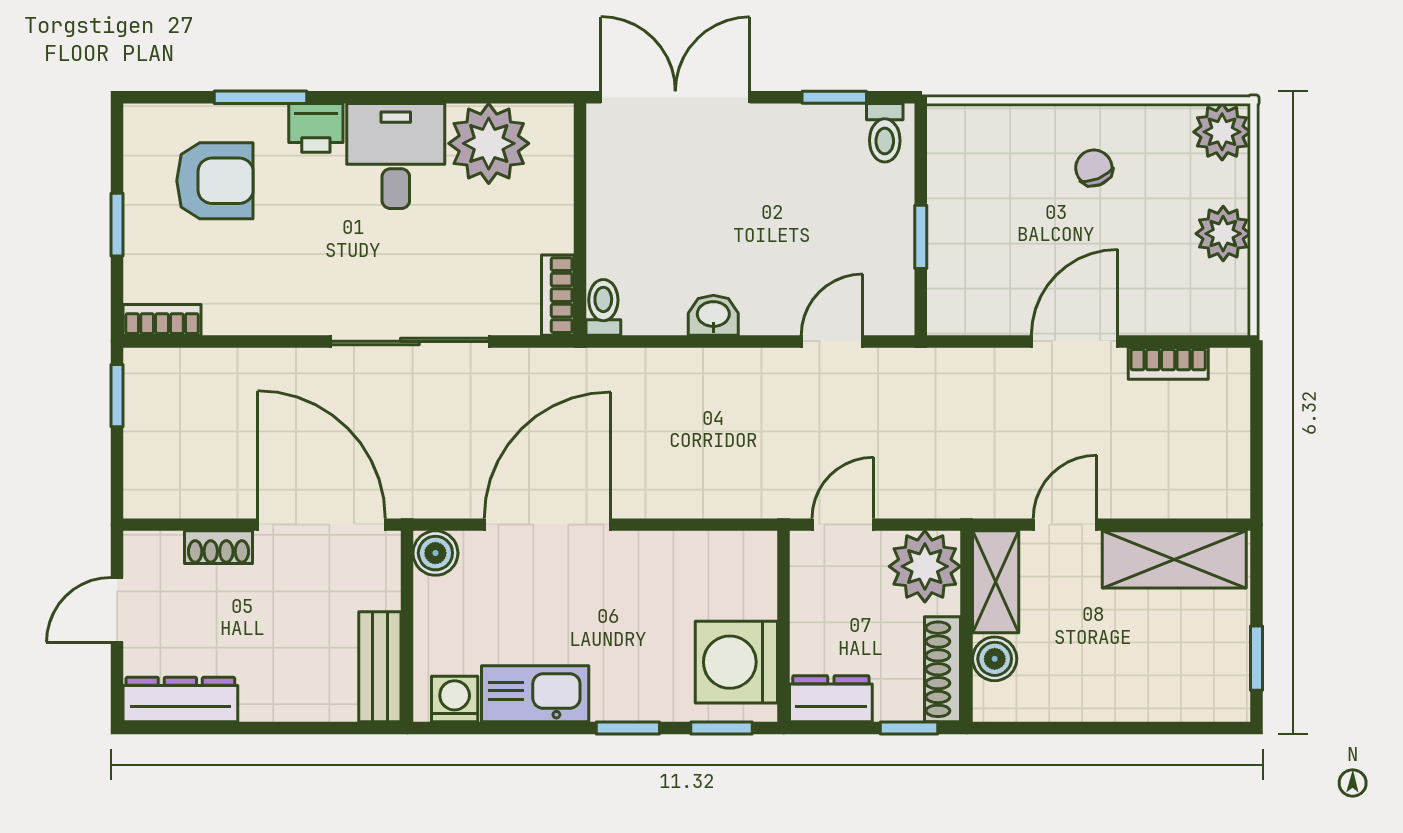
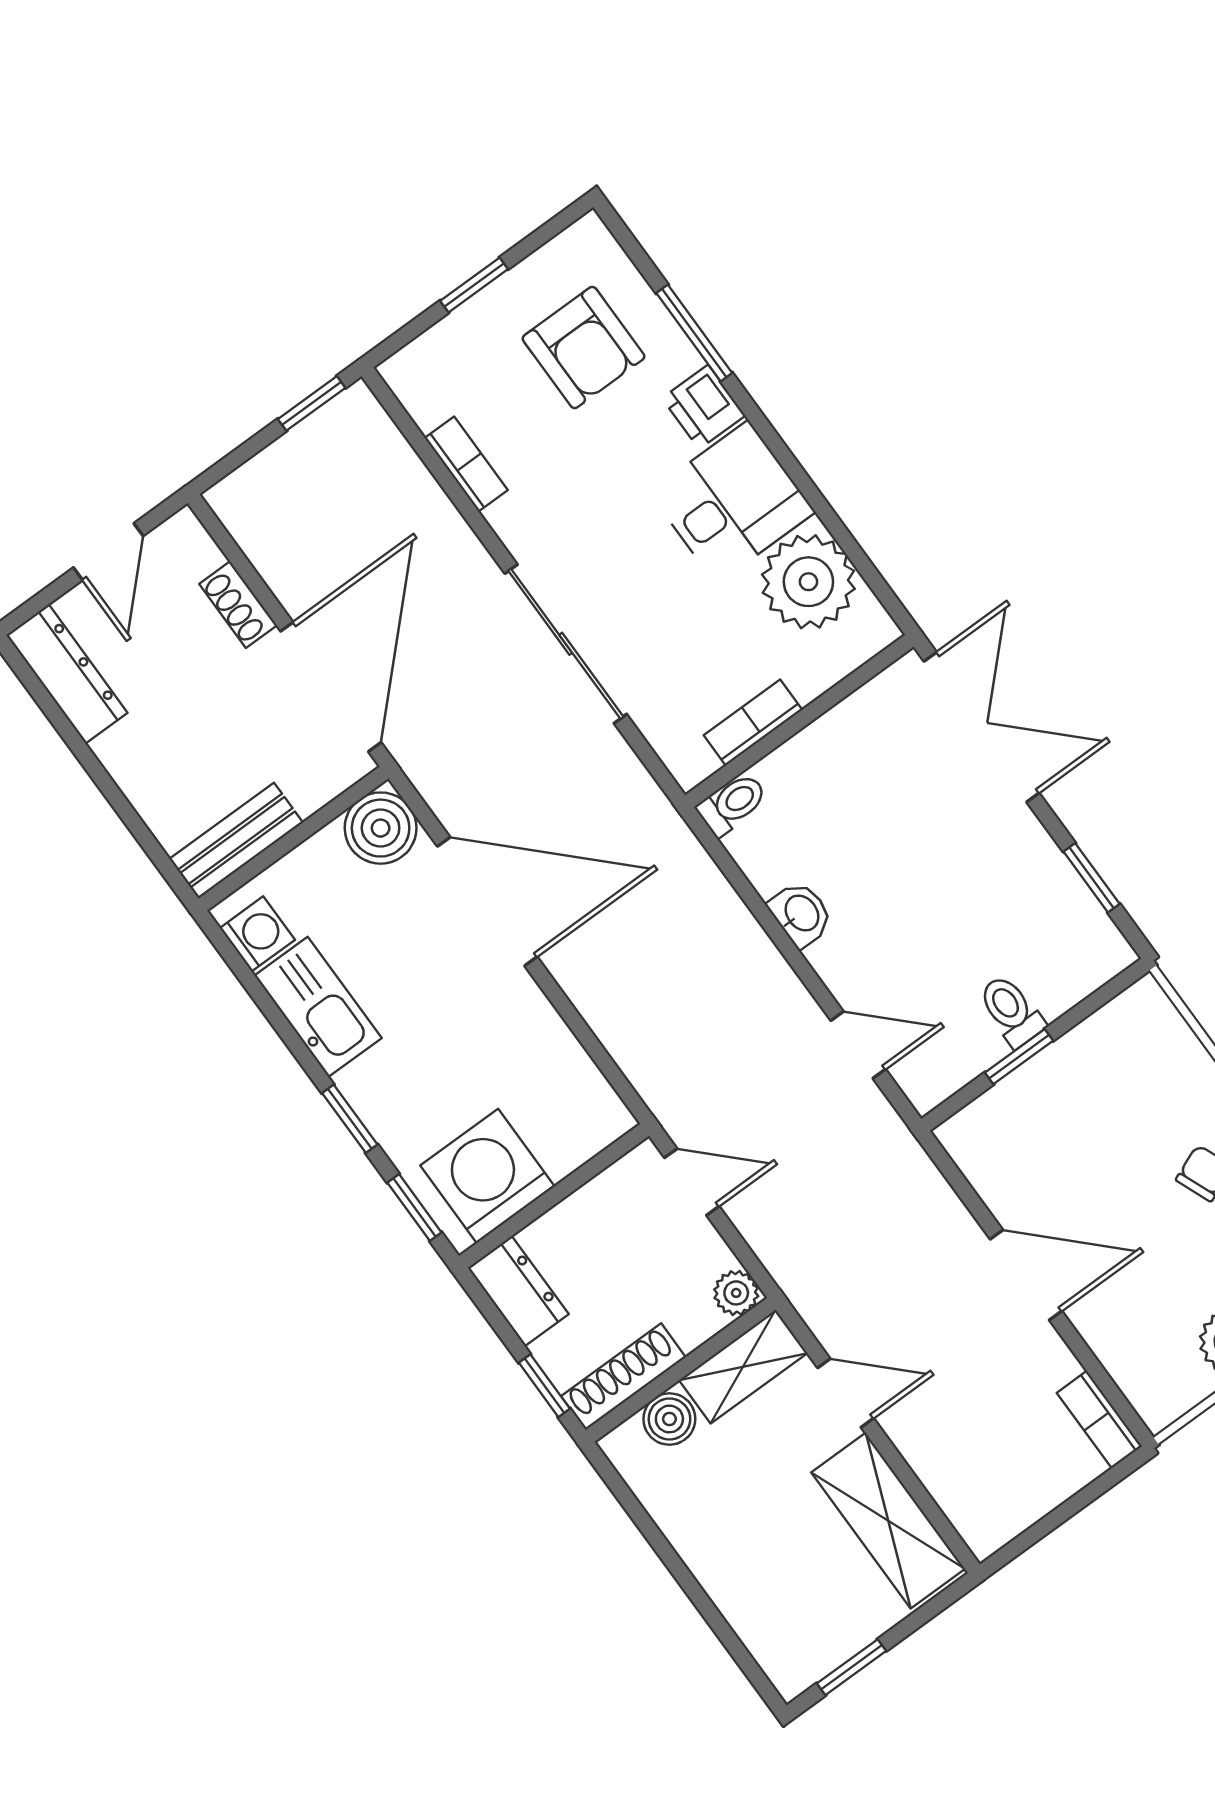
toilet: (885, 133) -> (1011, 1011), moved, turned 90
bookcase: (558, 295) -> (753, 723), moved
bookcase: (162, 320) -> (466, 464), moved
bookcase: (1168, 364) -> (1099, 1420), moved
boiler: (435, 553) -> (381, 828), width x1.36, depth x1.36
plant: (925, 566) -> (736, 1293), width x0.53, depth x0.53
door: (117, 610) -> (108, 552), swing flipped

